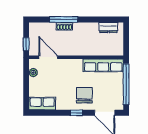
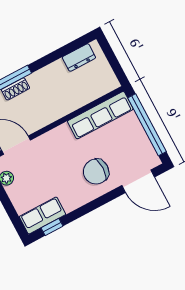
chair: (84, 95) -> (96, 172), turned -90
window: (76, 113) -> (52, 227), moved

